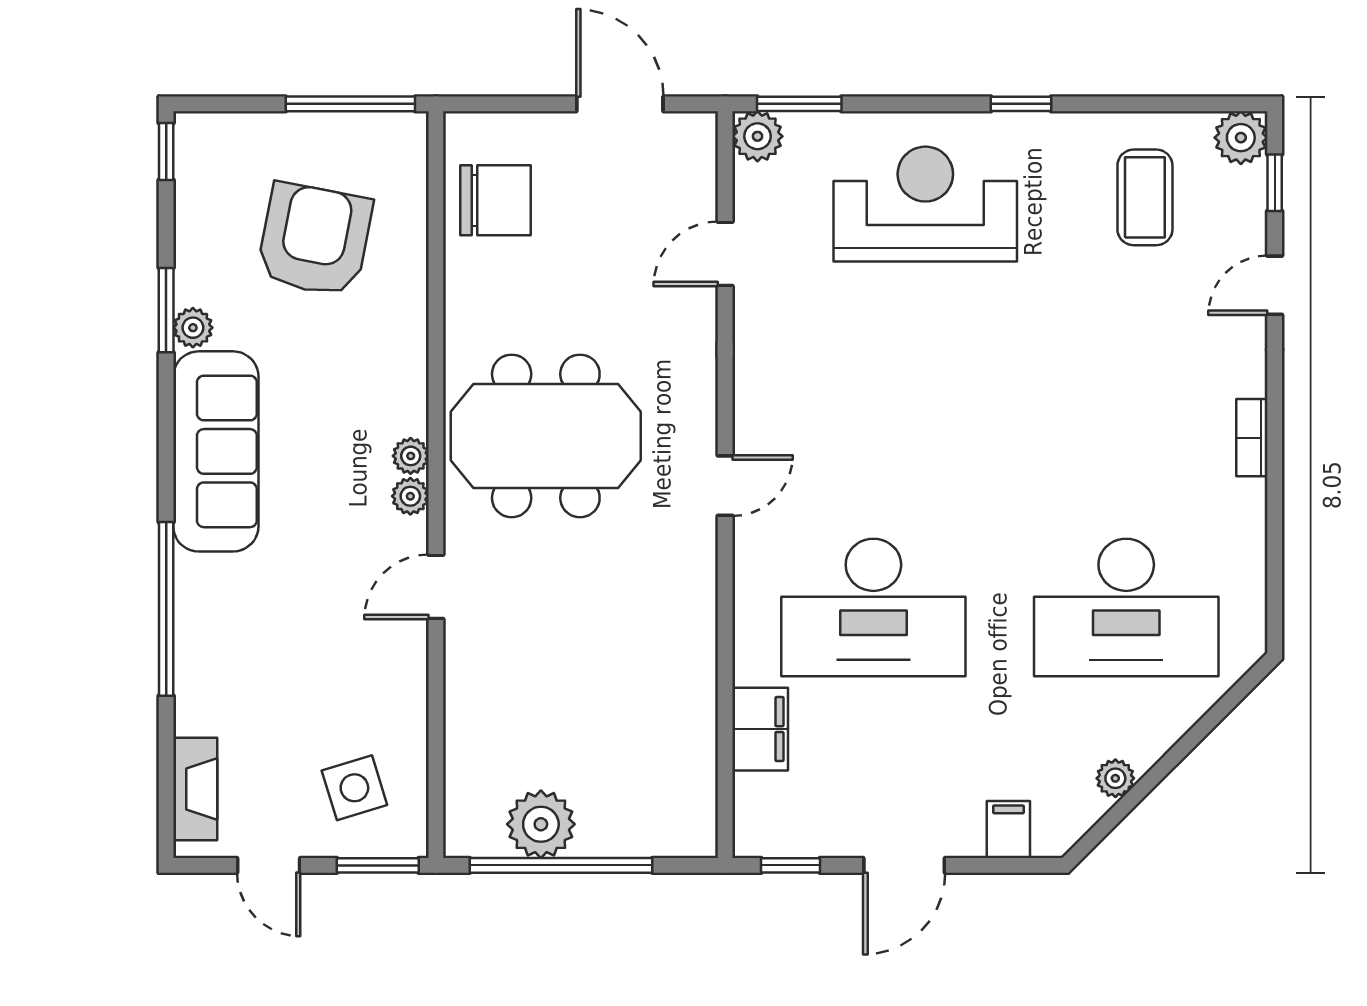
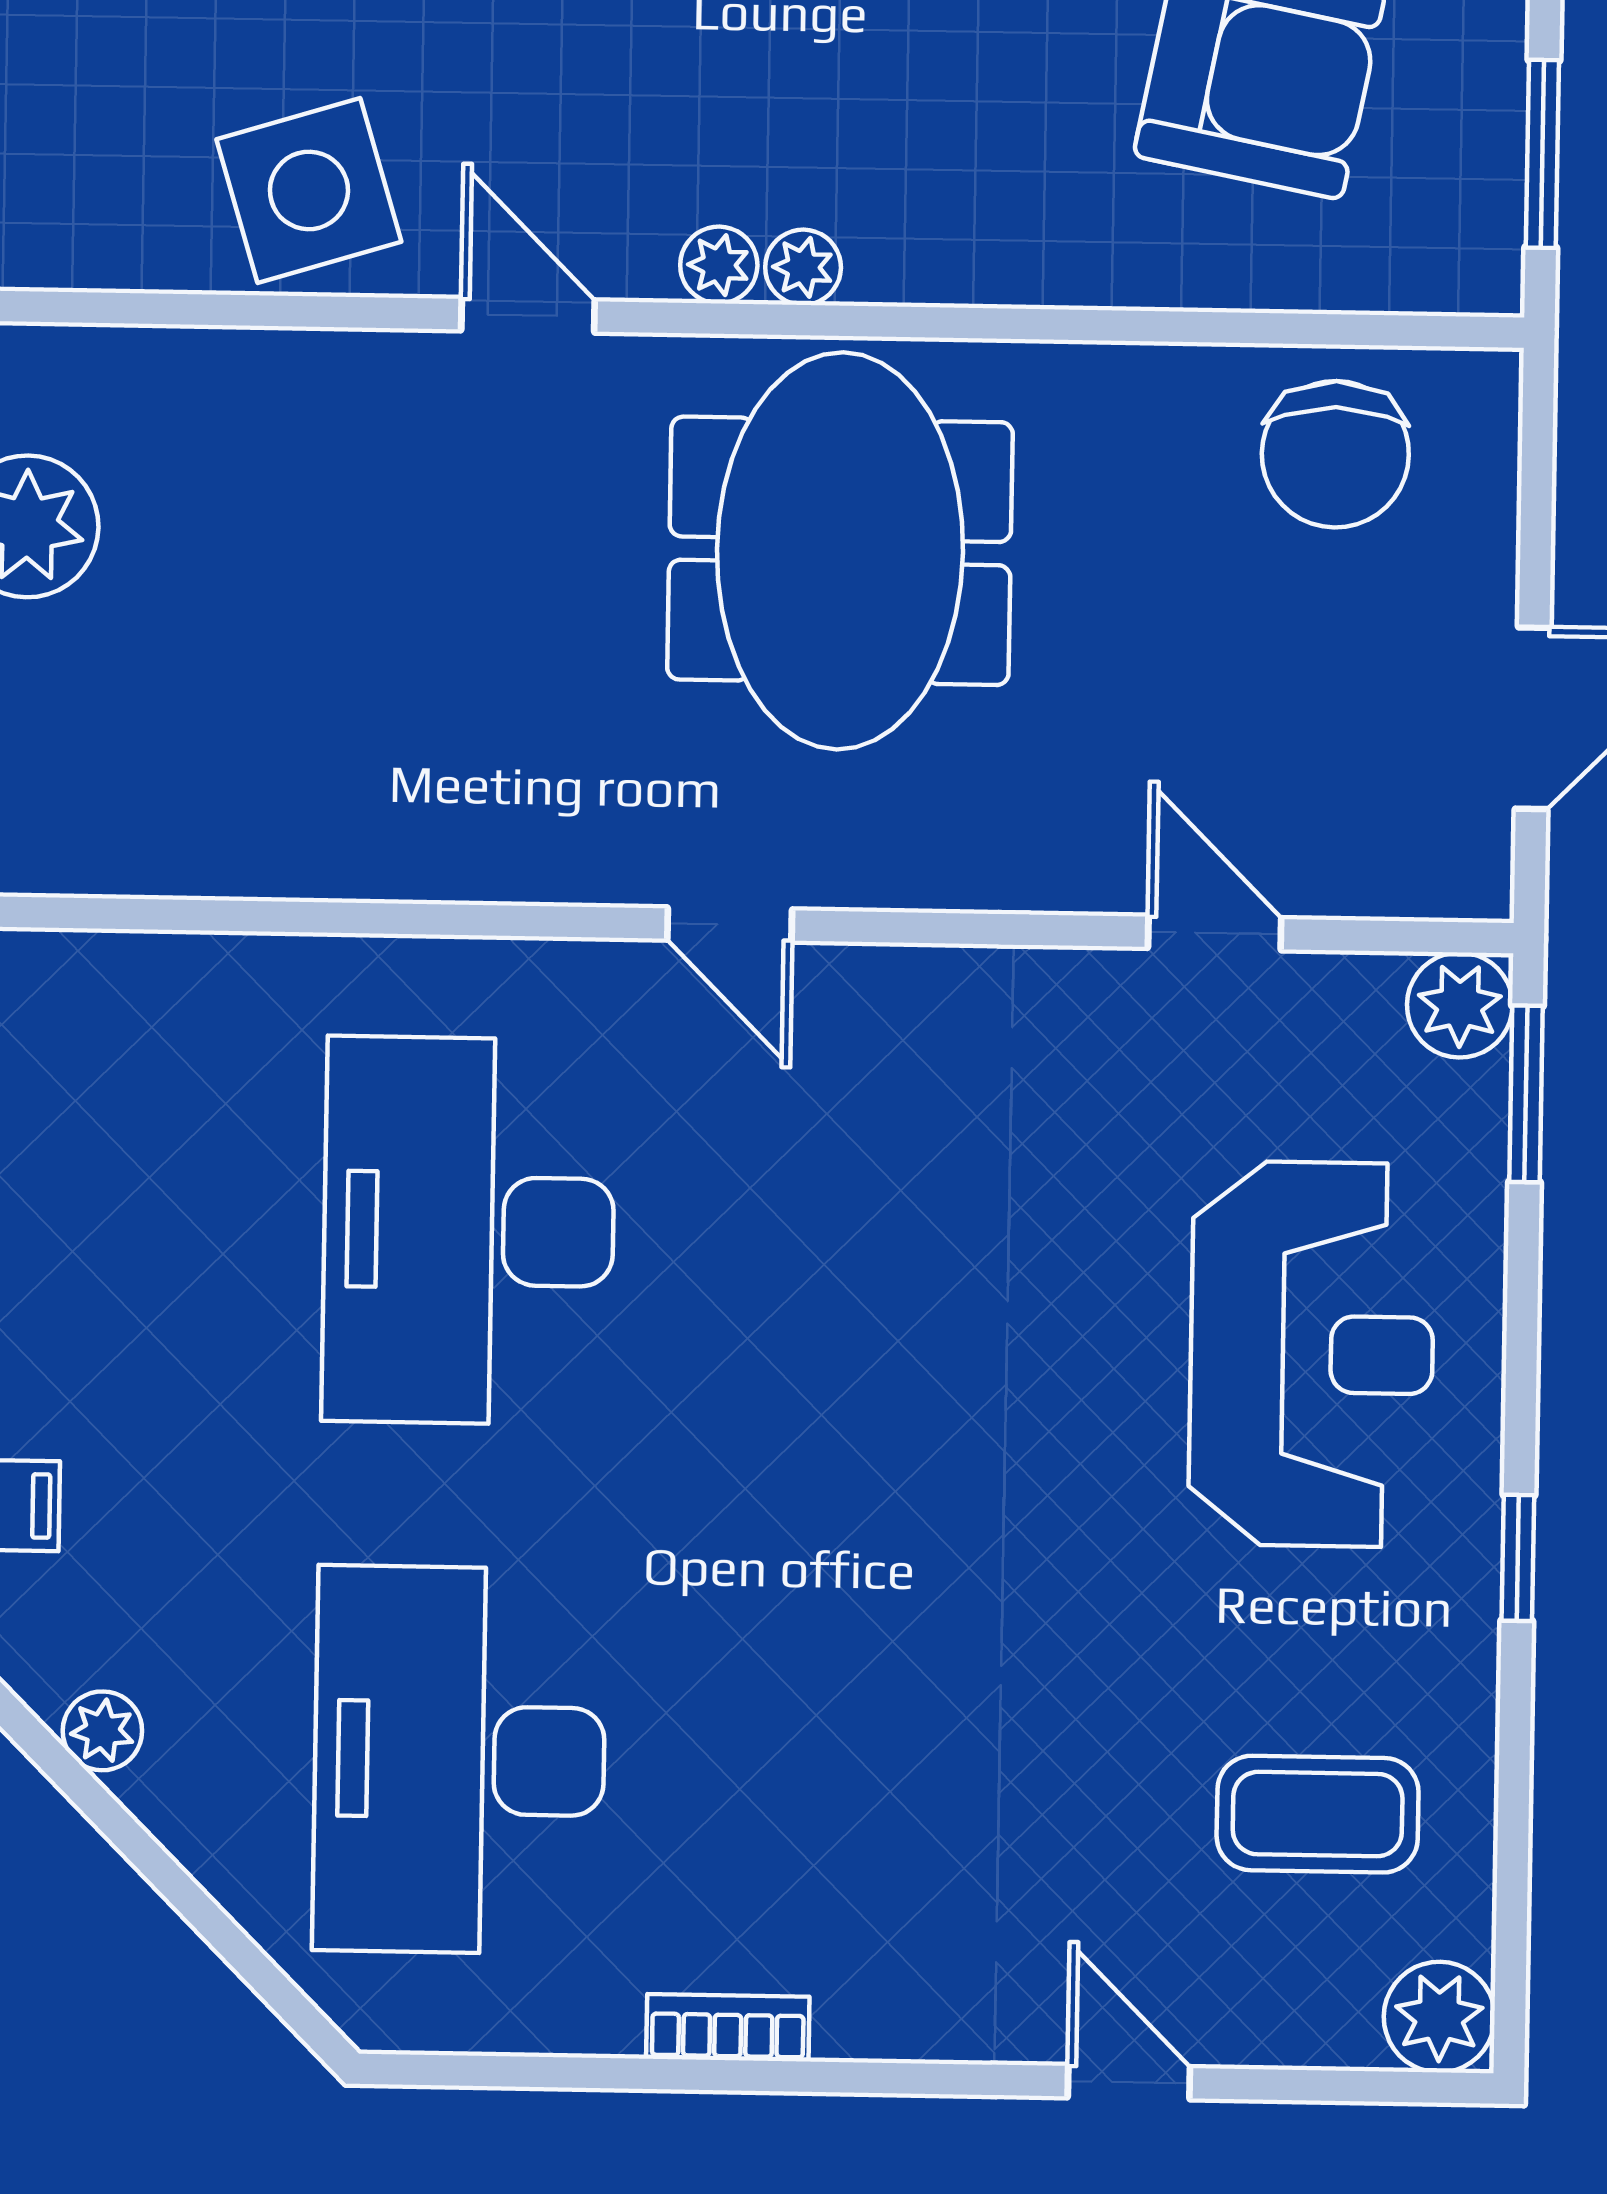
window: (350, 104) -> (1542, 154), width x0.69
window: (1275, 183) -> (1344, 2086), removed
bookcase: (1252, 438) -> (728, 2028), moved
filing cabinet: (760, 729) -> (218, 989), removed
side table: (354, 788) -> (309, 190), moved, width x1.37, depth x1.37

